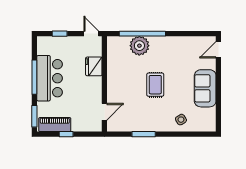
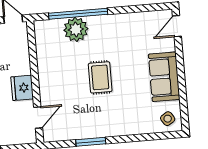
fridge: (94, 66) -> (22, 88), moved
side table: (181, 120) -> (168, 119), moved

